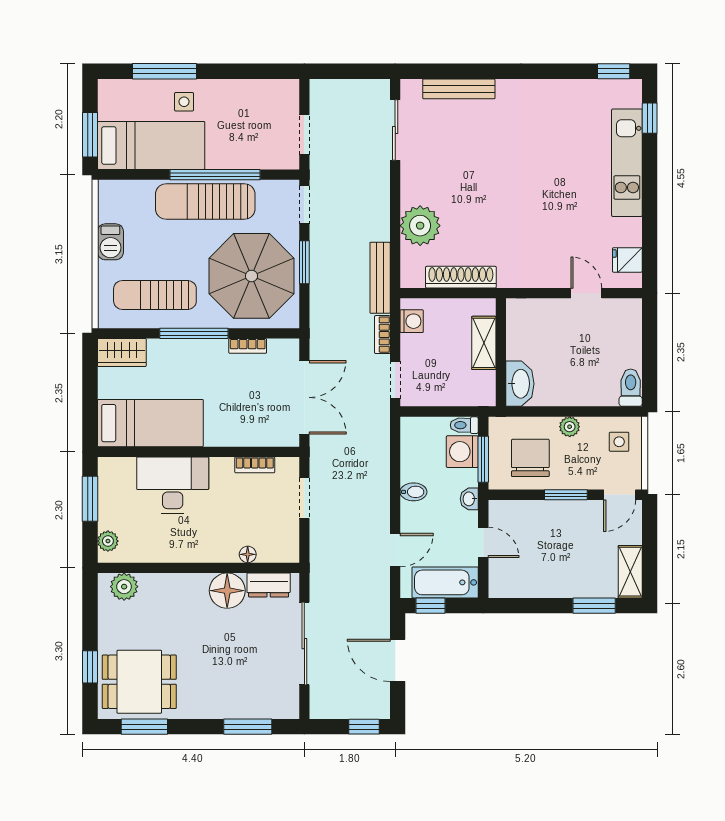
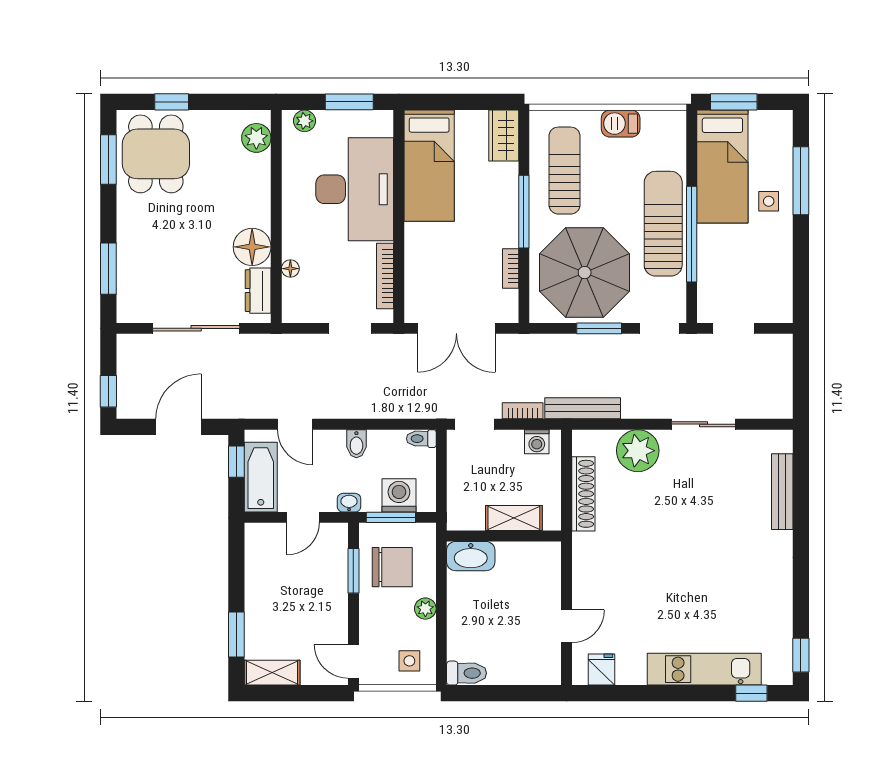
sliding door: (395, 130) -> (703, 424), moved
toilet: (464, 425) -> (421, 439), moved, turned -90
bookcase: (255, 465) -> (385, 276), width x1.56
desk: (173, 485) -> (355, 189), width x1.36, depth x1.30
window: (566, 495) -> (353, 571), moved

